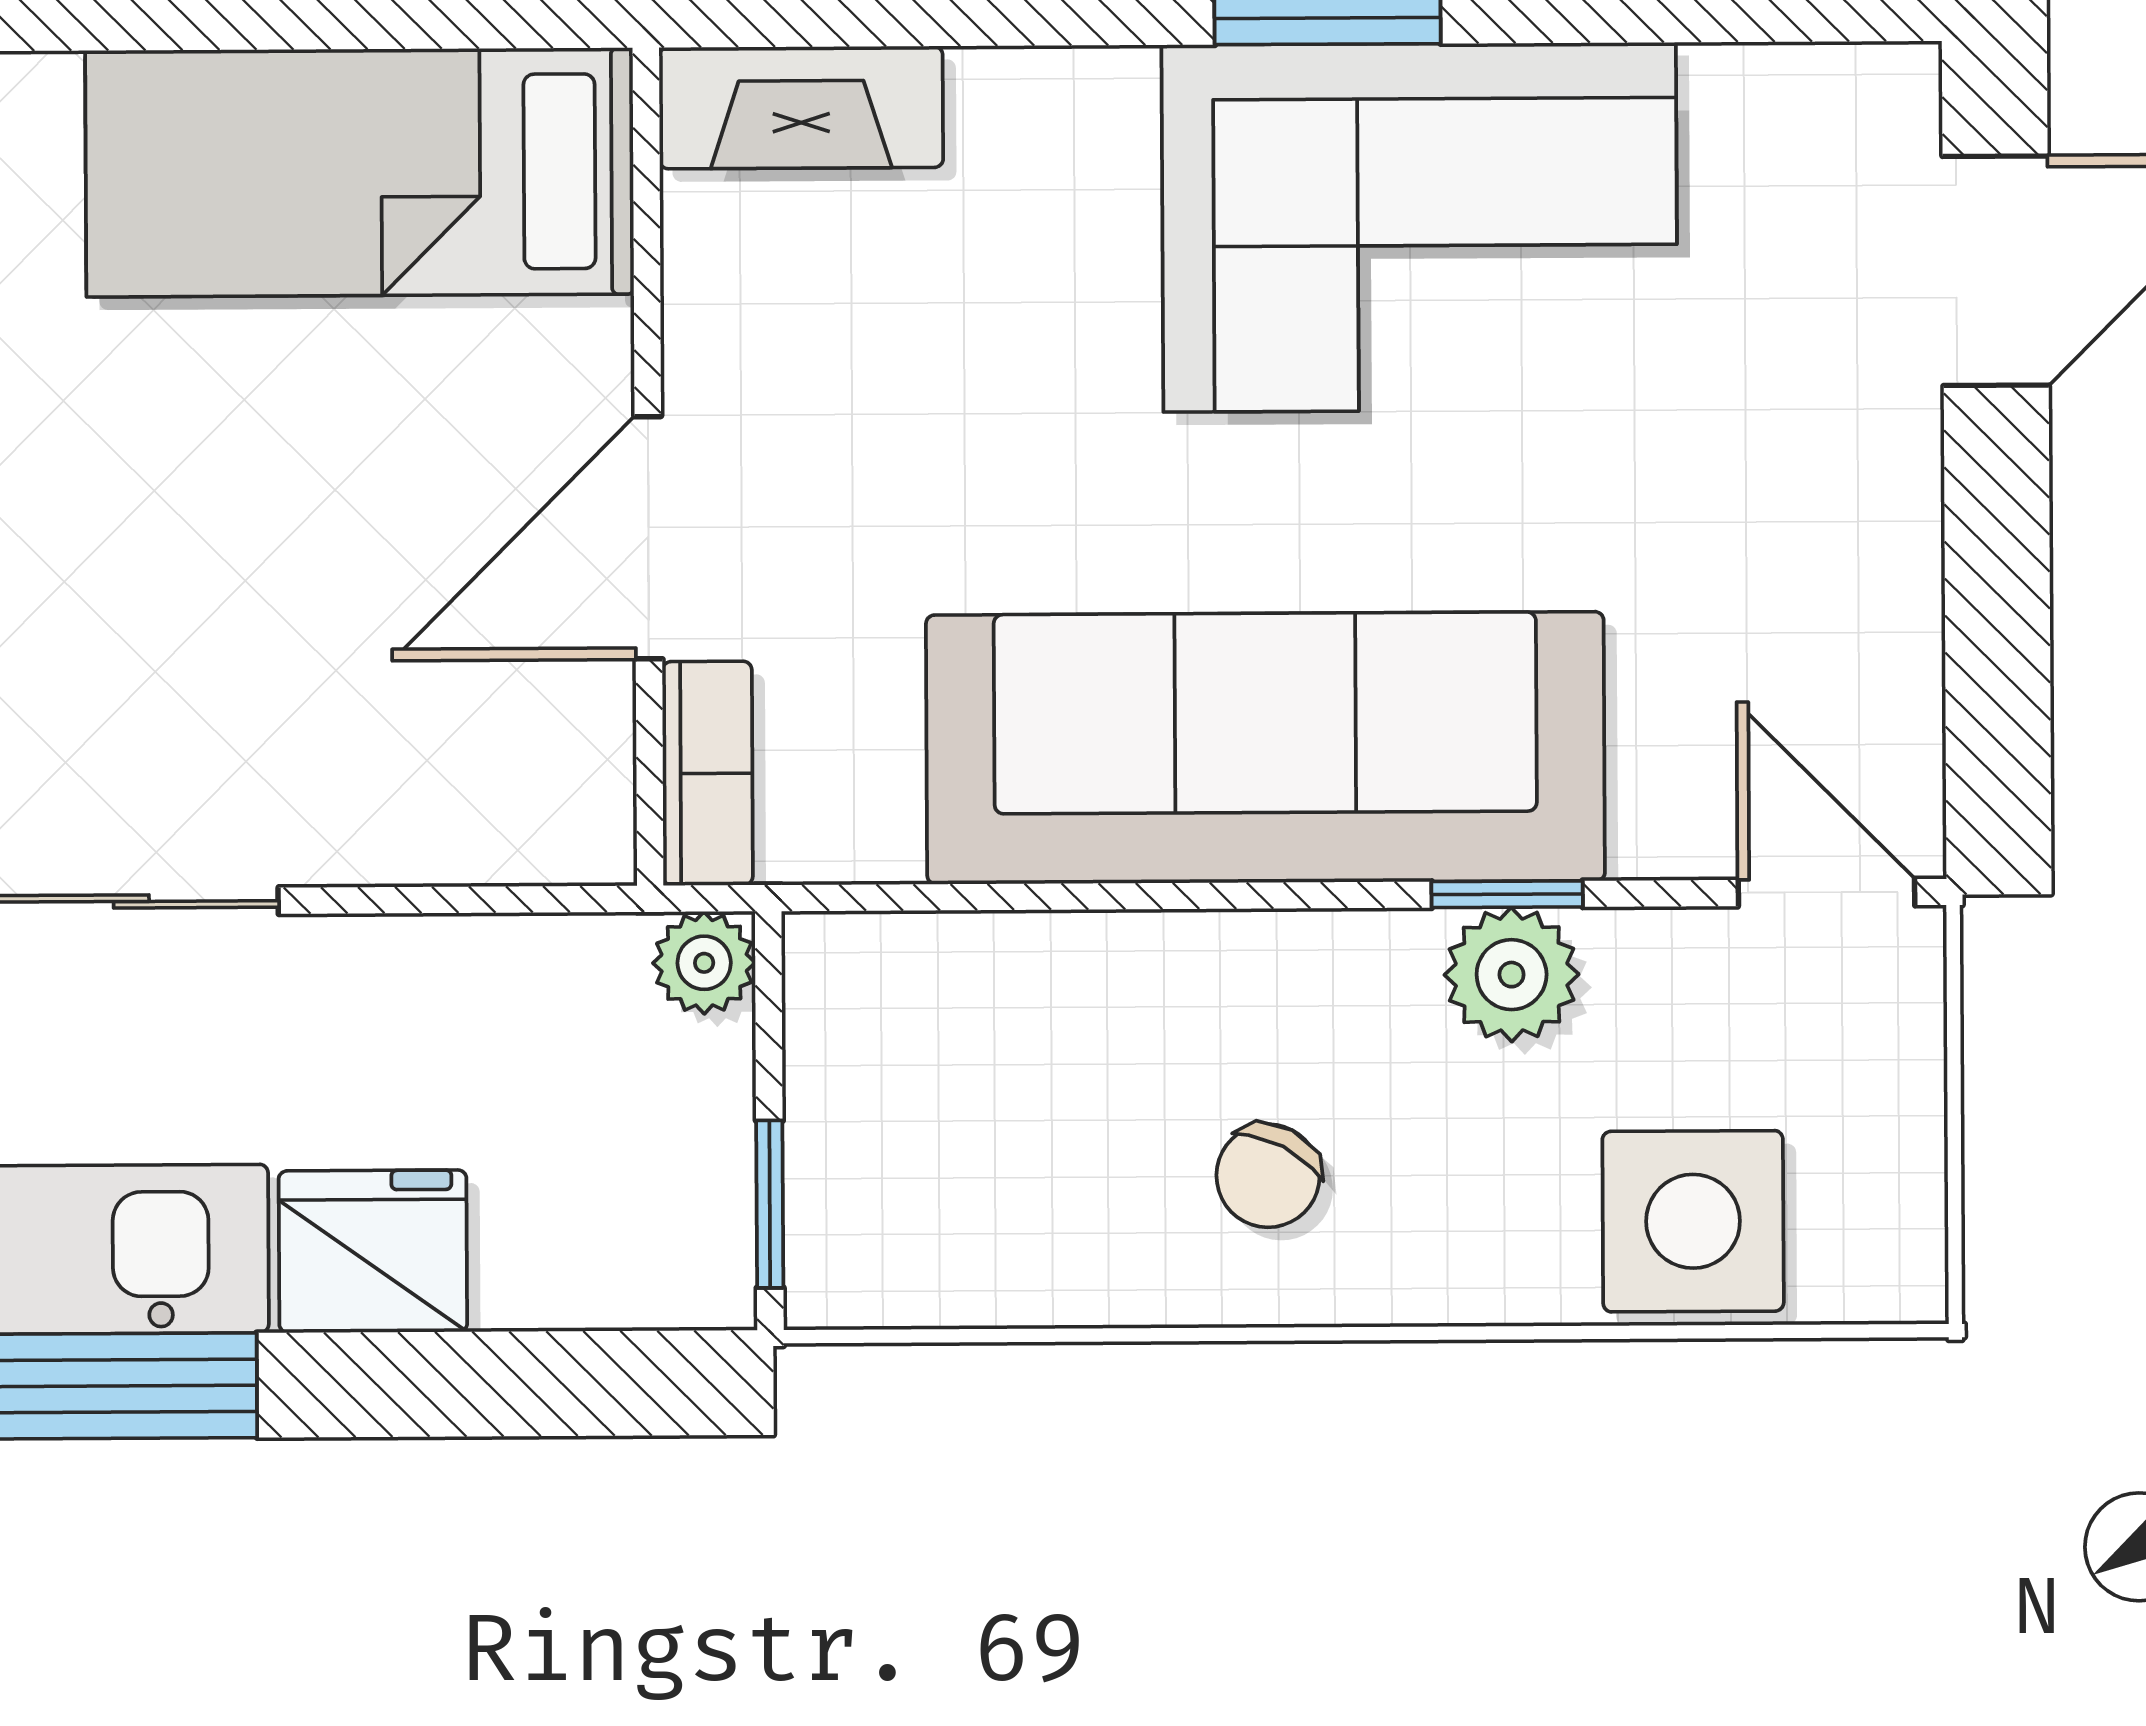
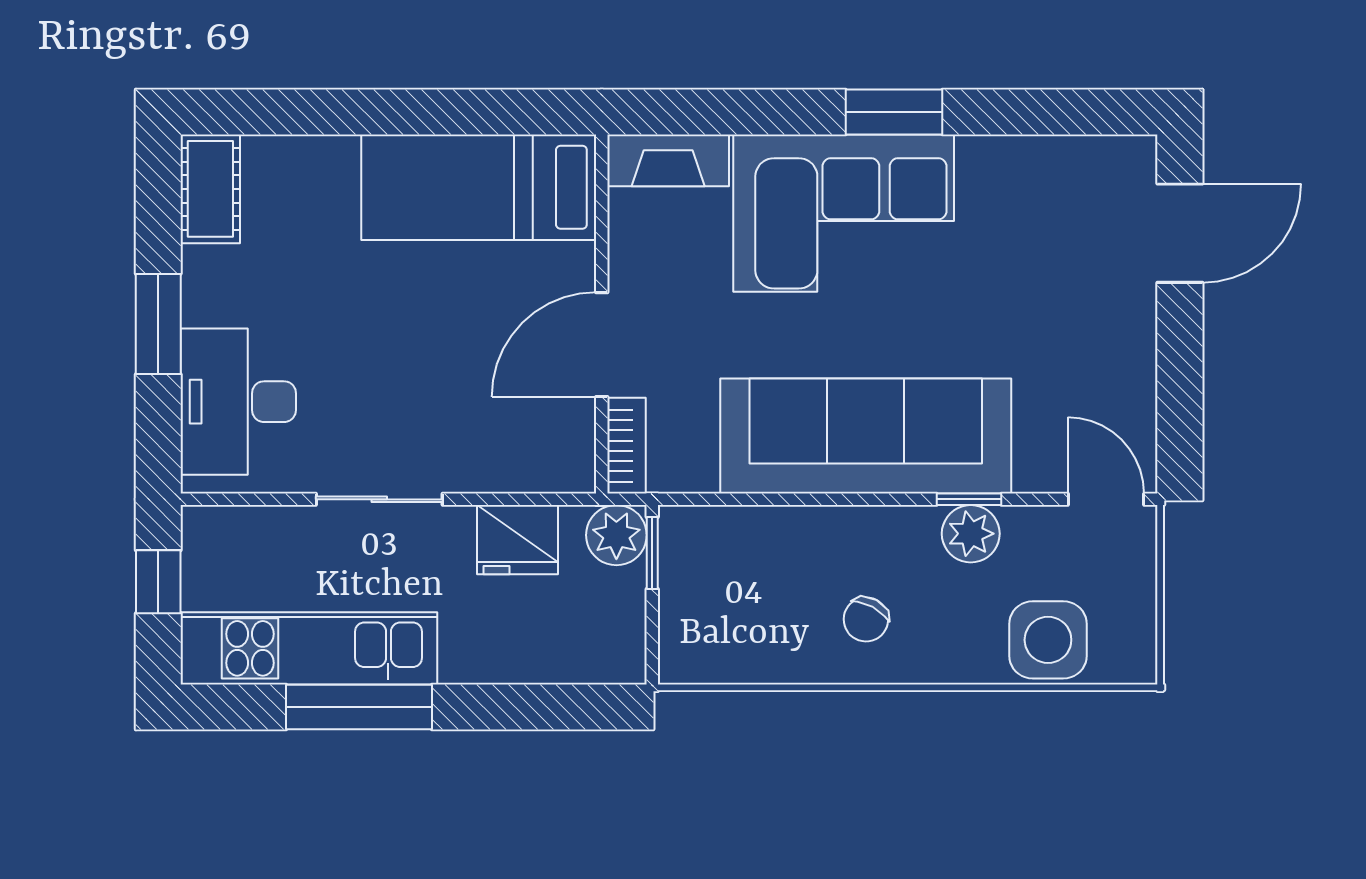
corner sofa: (1420, 227) -> (844, 213), moved
plant: (704, 963) -> (616, 535), width x1.38, depth x1.38
window: (770, 1204) -> (652, 553), moved
fridge: (373, 1251) -> (518, 540), moved, turned 180

